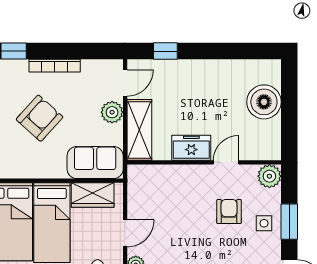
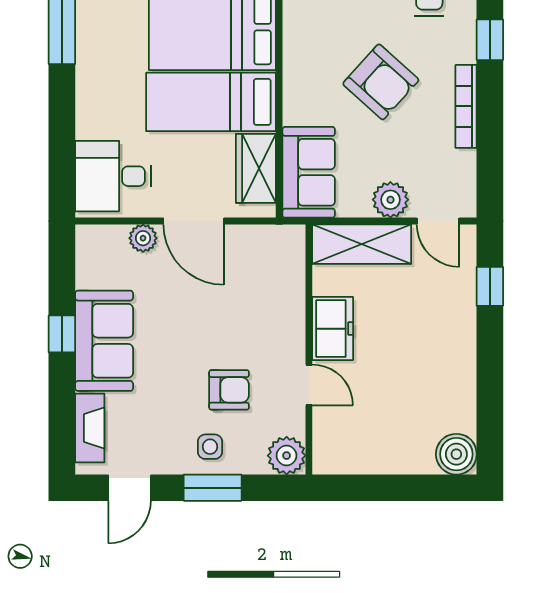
boiler: (264, 102) -> (456, 454), moved, width x0.73, depth x0.73
door: (125, 233) -> (194, 221), width x1.38

